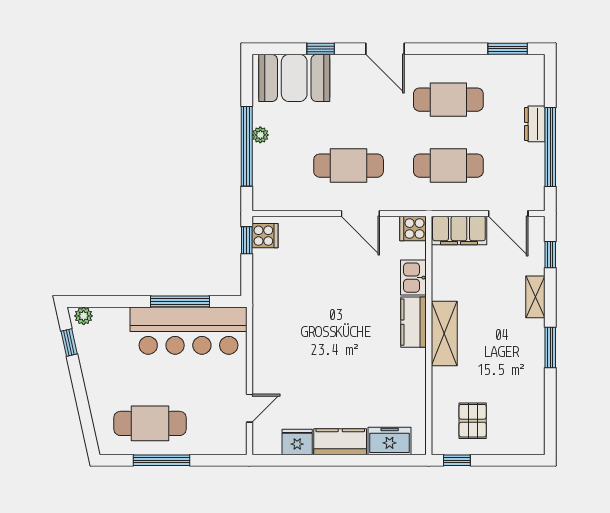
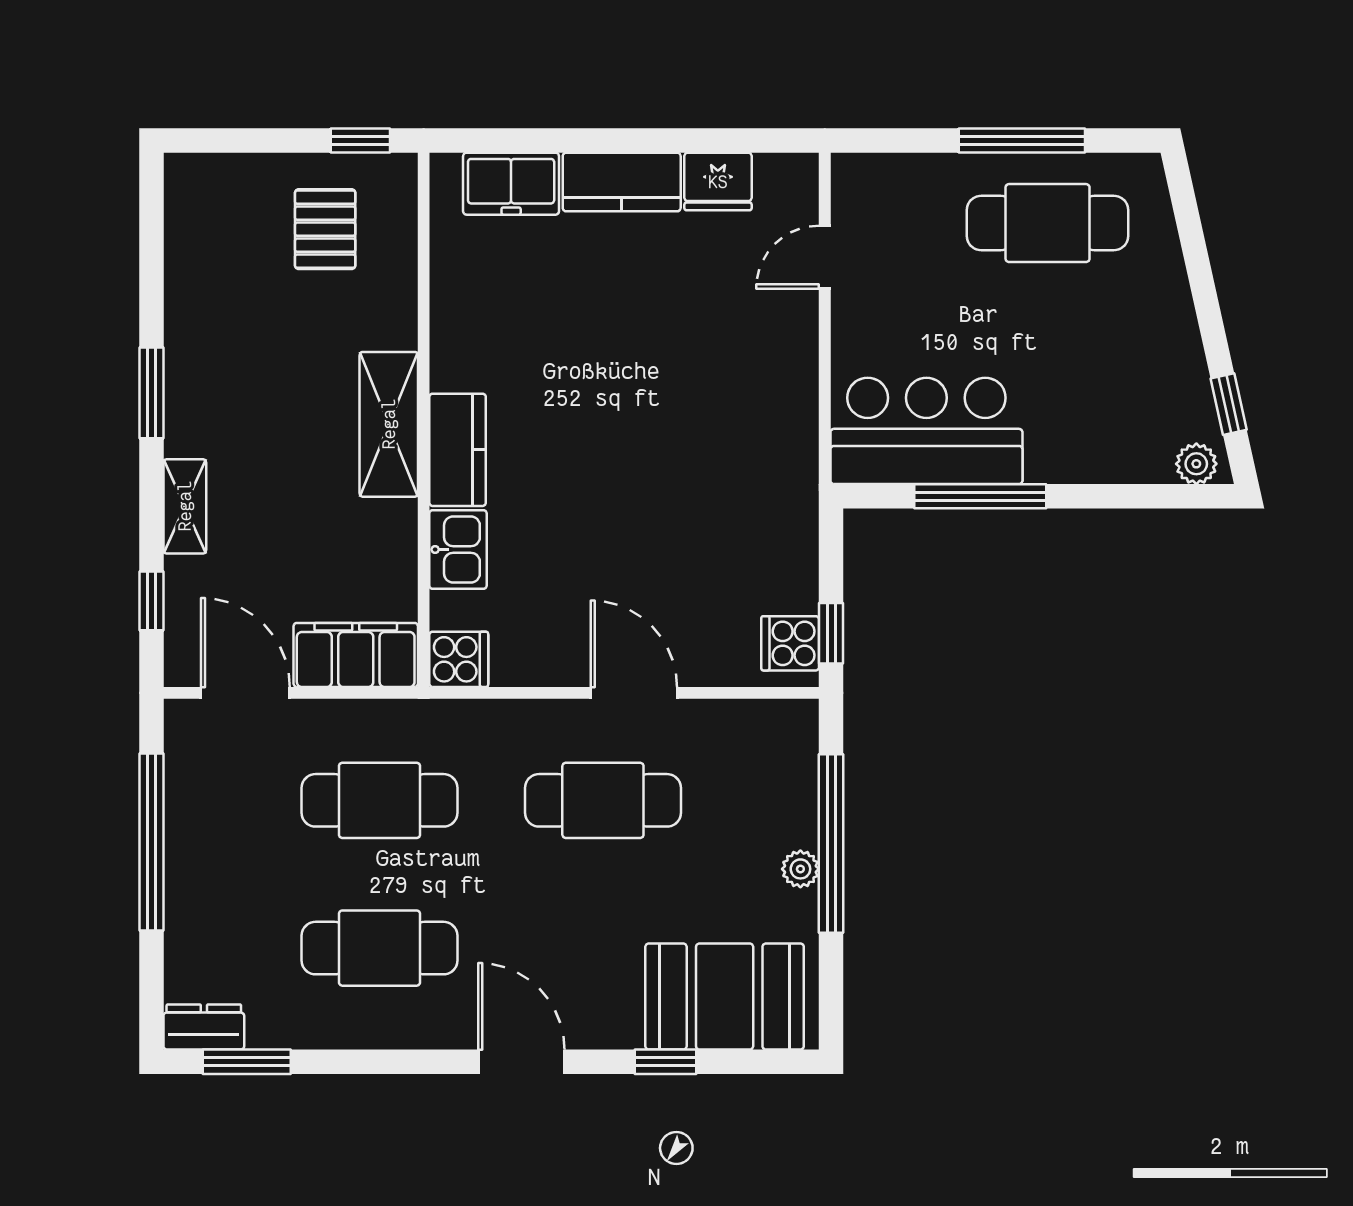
dresser: (535, 124) -> (204, 1027), moved, turned -90
door: (360, 214) -> (634, 693), moved
bar counter: (188, 331) -> (926, 431), width x0.73

